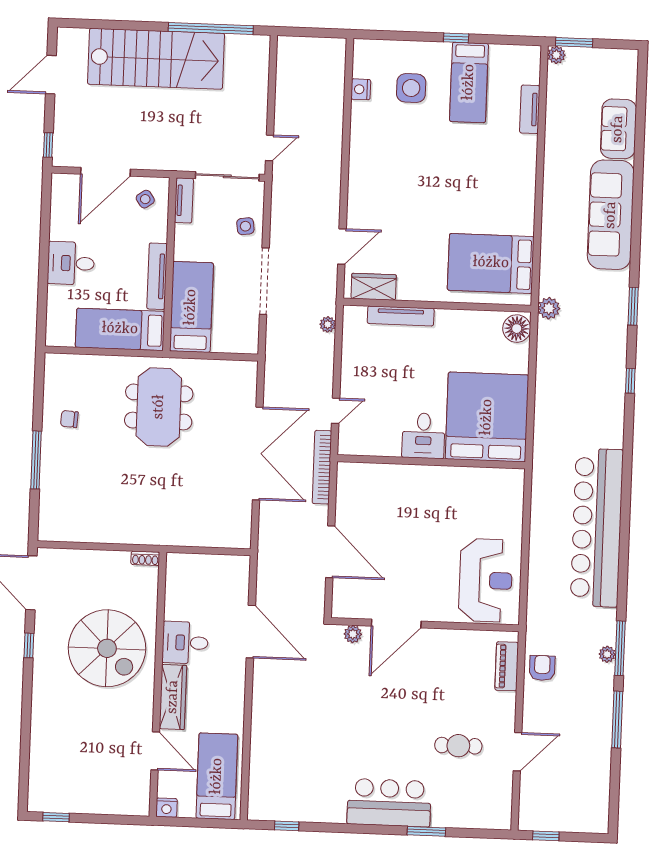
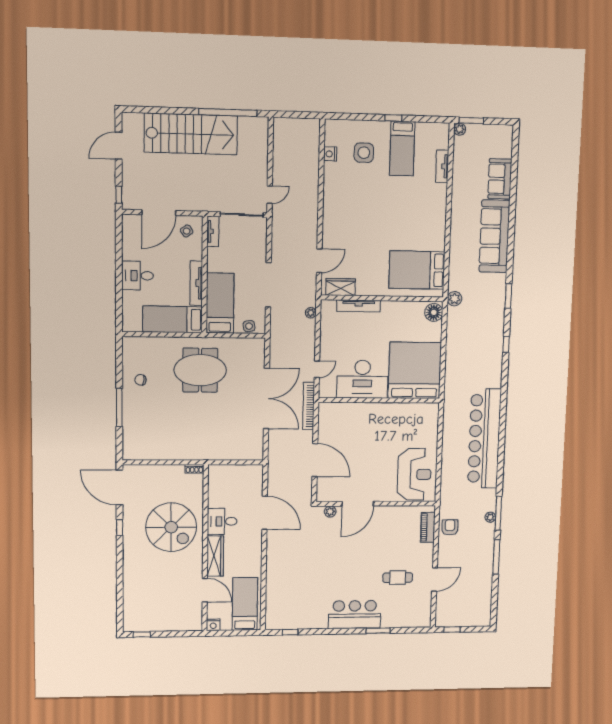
side table: (245, 226) -> (249, 326), moved
meeting table: (159, 407) -> (200, 370), turned 90
desk: (423, 436) -> (362, 379), width x1.87, depth x1.30

